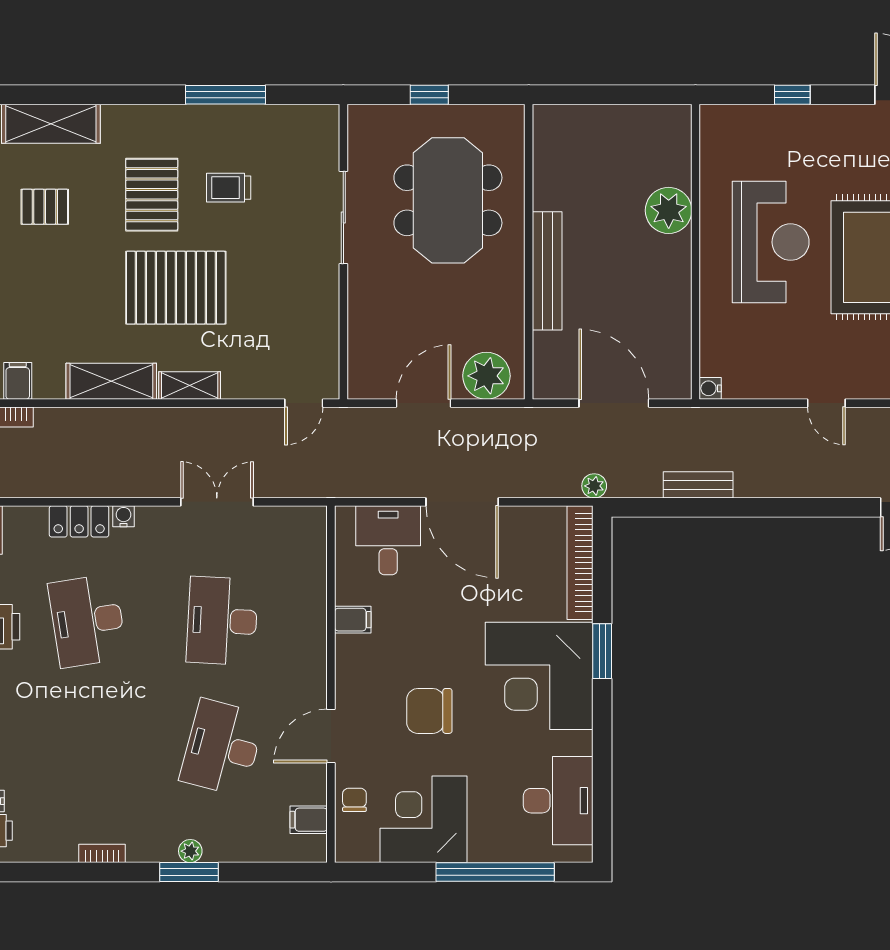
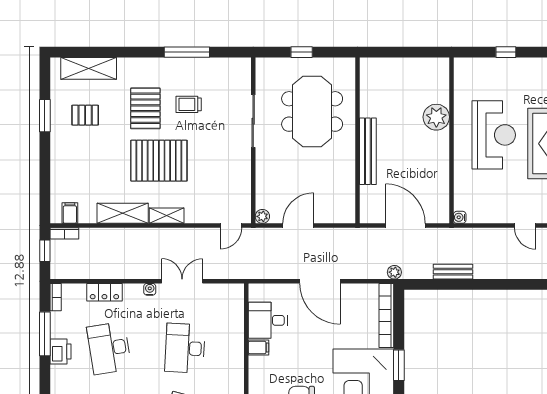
plant: (486, 376) -> (262, 216), moved, width x0.53, depth x0.53
water cooler: (124, 516) -> (150, 289), moved
desk: (388, 540) -> (268, 320), moved, turned -90

